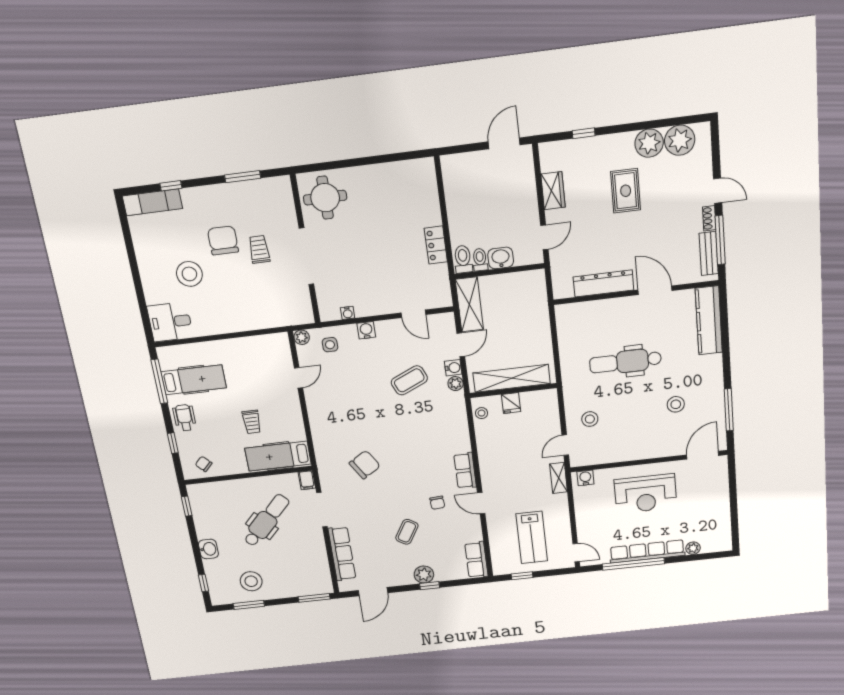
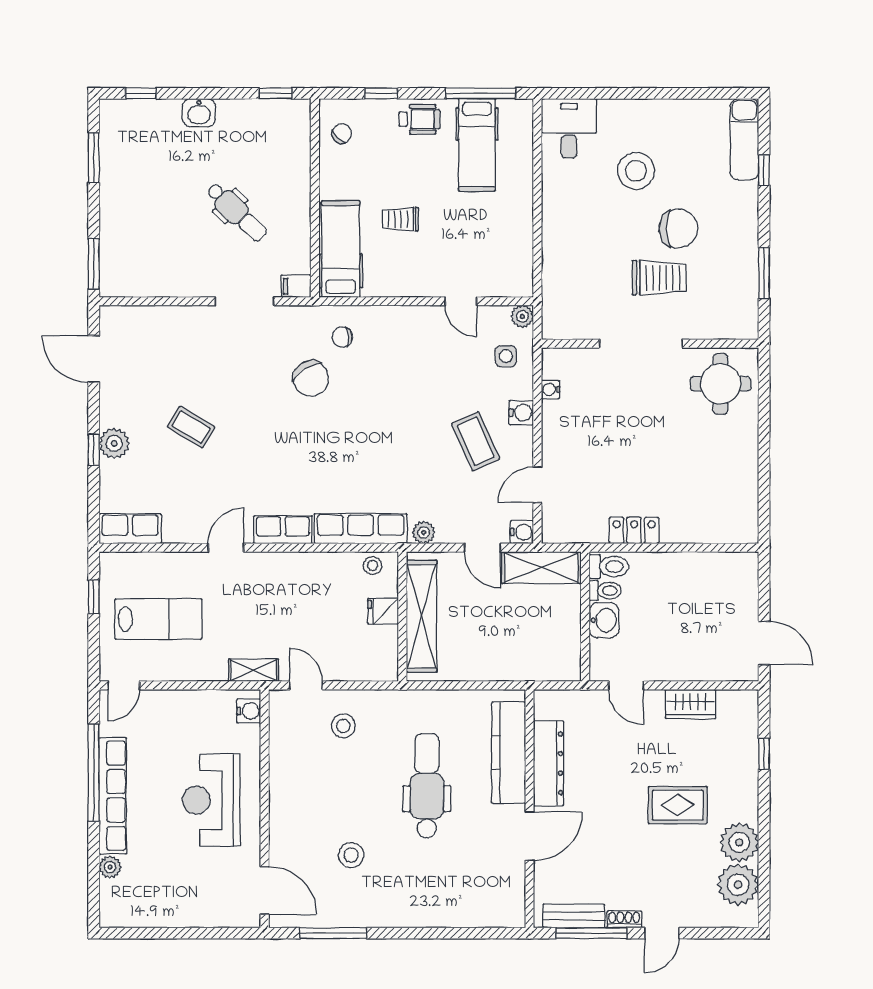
trolley: (259, 249) -> (659, 278), width x1.36, depth x1.39
kitchen counter: (709, 320) -> (509, 753), moved, turned -90
water cooler: (453, 368) -> (522, 532), moved, turned -90
coffee table: (409, 380) -> (476, 441), moved
chair: (437, 503) -> (342, 337), moved
dental chair: (266, 520) -> (237, 212), width x0.73, depth x0.72
lab bench: (532, 537) -> (158, 619), turned 180
row of seats: (342, 554) -> (361, 529), moved, turned 180
stool: (251, 581) -> (135, 169), removed

